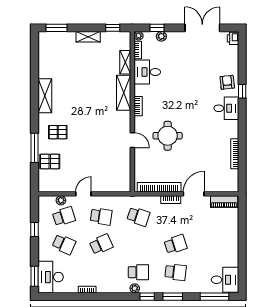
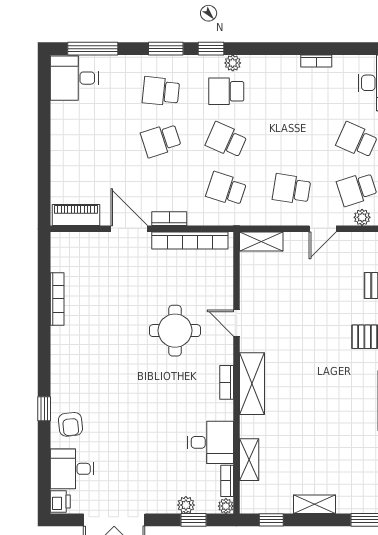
shelving: (124, 93) -> (252, 384), moved
desk: (226, 108) -> (72, 469), moved
shelving: (118, 187) -> (261, 242), added
door: (194, 194) -> (129, 229), swing flipped
school desk: (101, 244) -> (226, 140), moved, turned 48

